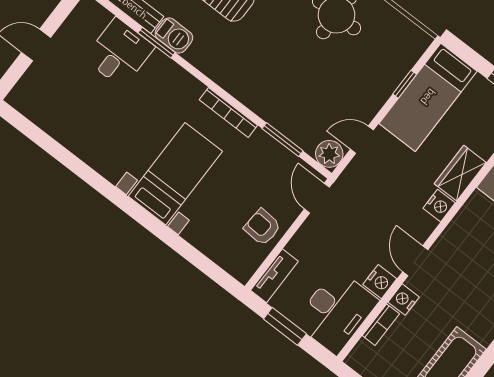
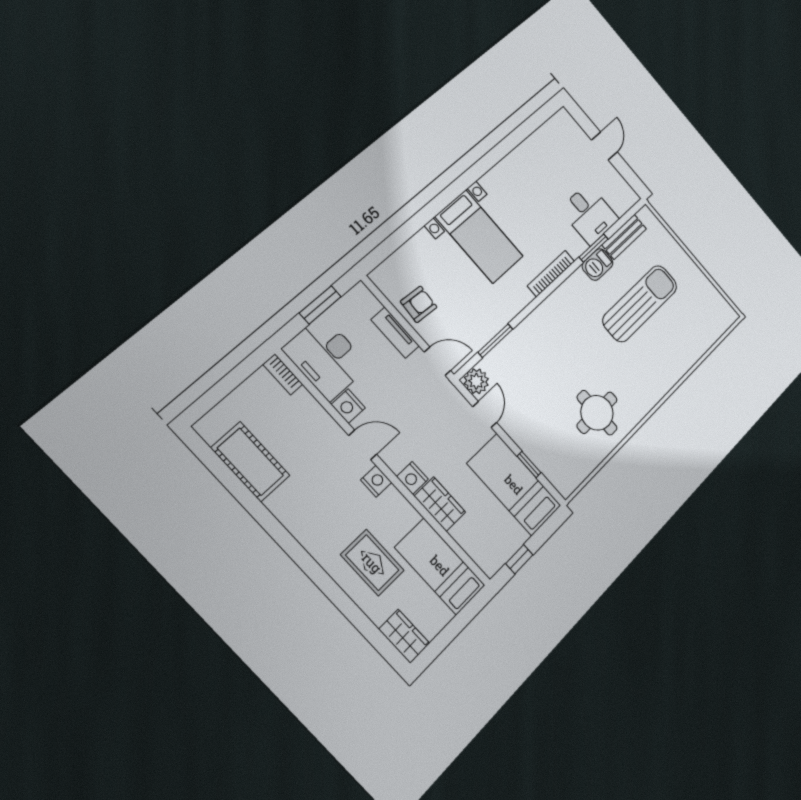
bookcase: (228, 112) -> (551, 274), moved
tv unit: (274, 276) -> (395, 333), moved
nightstand: (404, 300) -> (376, 481), moved
bookcase: (381, 325) -> (283, 374), moved

